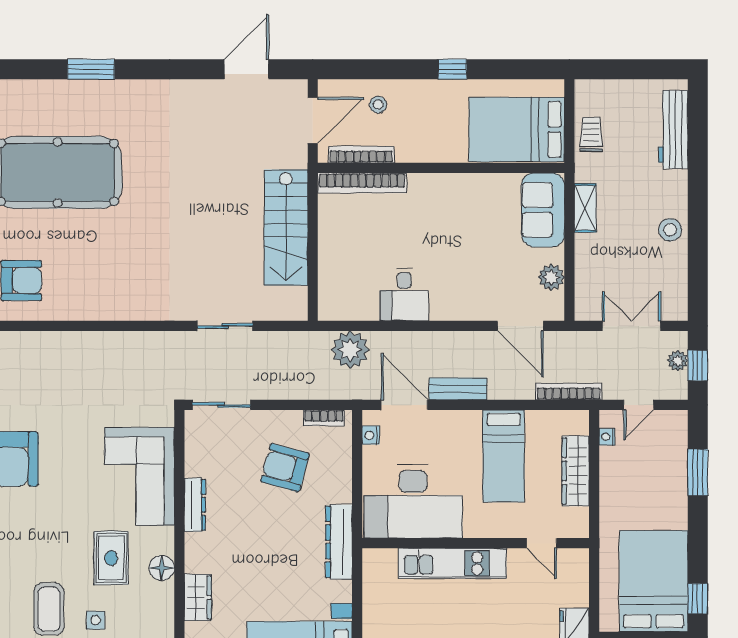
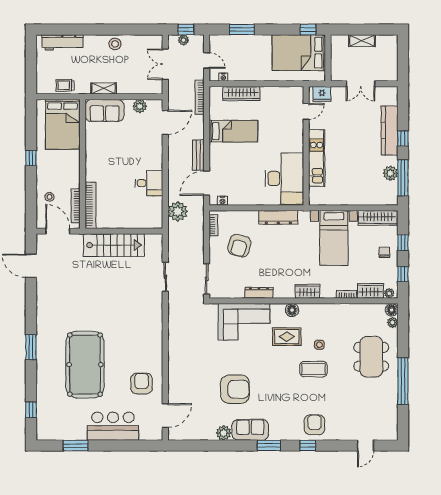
desk: (413, 501) -> (284, 179), moved
wall: (476, 543) -> (306, 146), moved
door: (542, 543) -> (306, 111), moved
kitchen unit: (452, 563) -> (317, 158), moved

